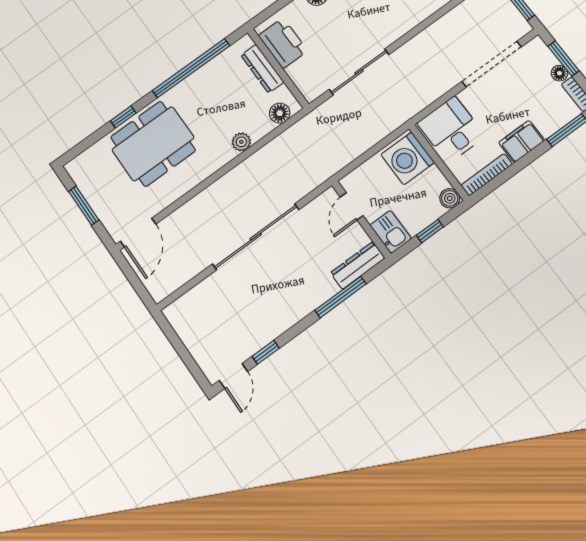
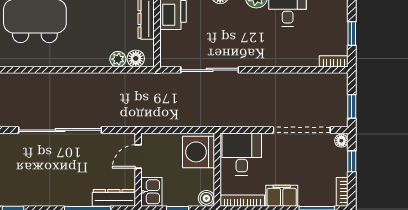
window: (564, 58) -> (352, 161), width x0.67
floor lamp: (559, 73) -> (341, 141), moved
plant: (241, 142) -> (118, 59), moved

